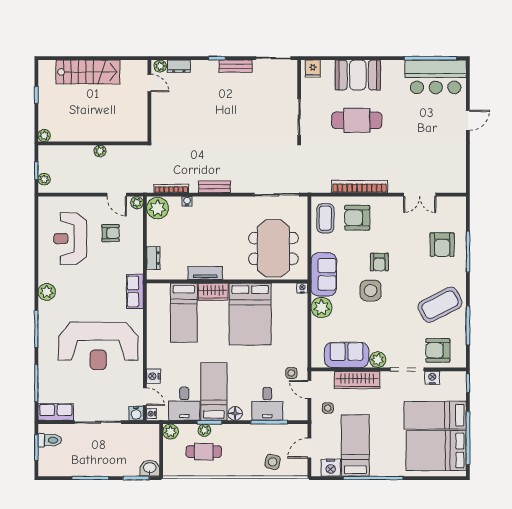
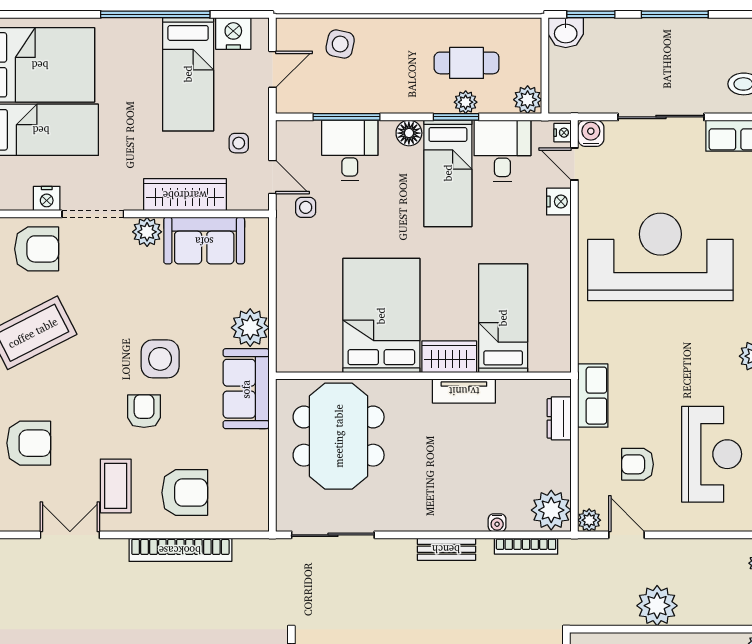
plant: (100, 151) -> (657, 606), width x1.87, depth x1.87
coffee table: (325, 218) -> (116, 486), moved
armchair: (442, 245) -> (29, 443), turned 90
nightstand: (302, 288) -> (285, 363), removed
row of seats: (135, 291) -> (593, 396), moved

